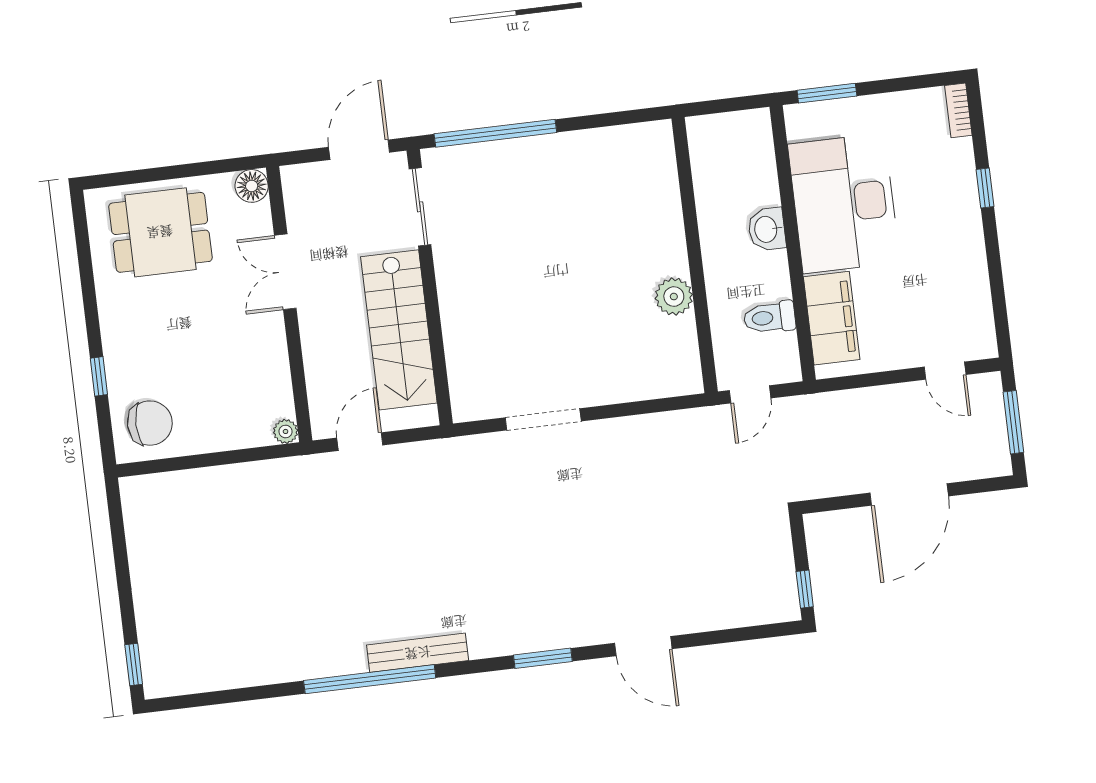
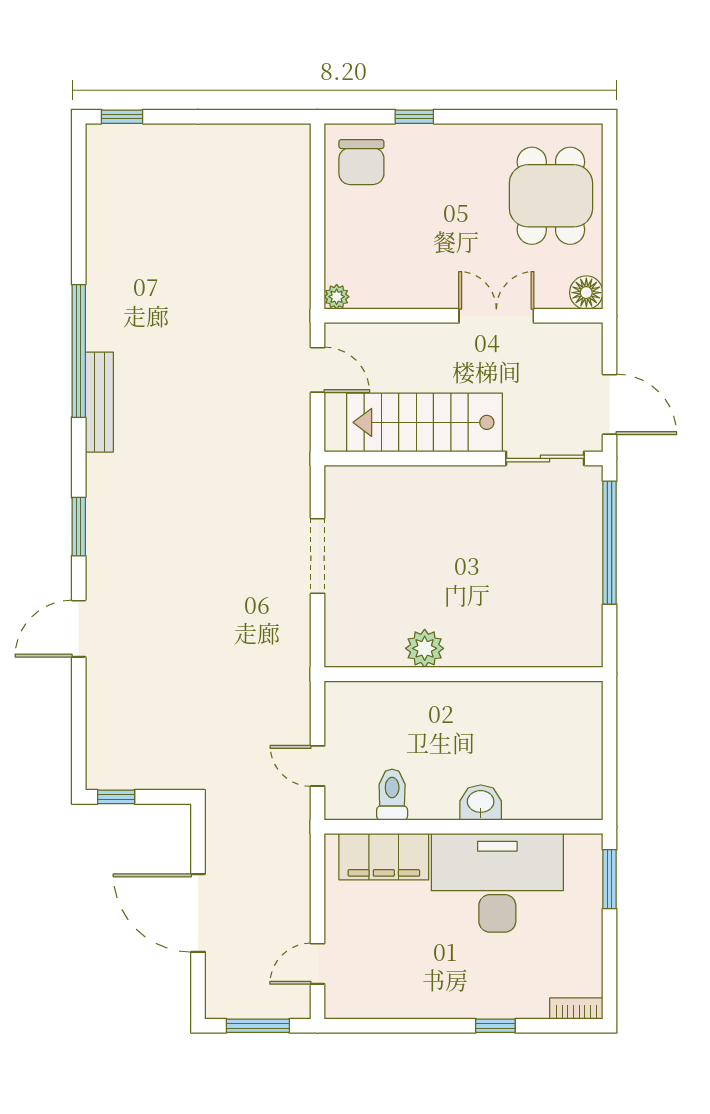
wall: (695, 255) -> (464, 674), moved
plant: (674, 297) -> (425, 648), moved

